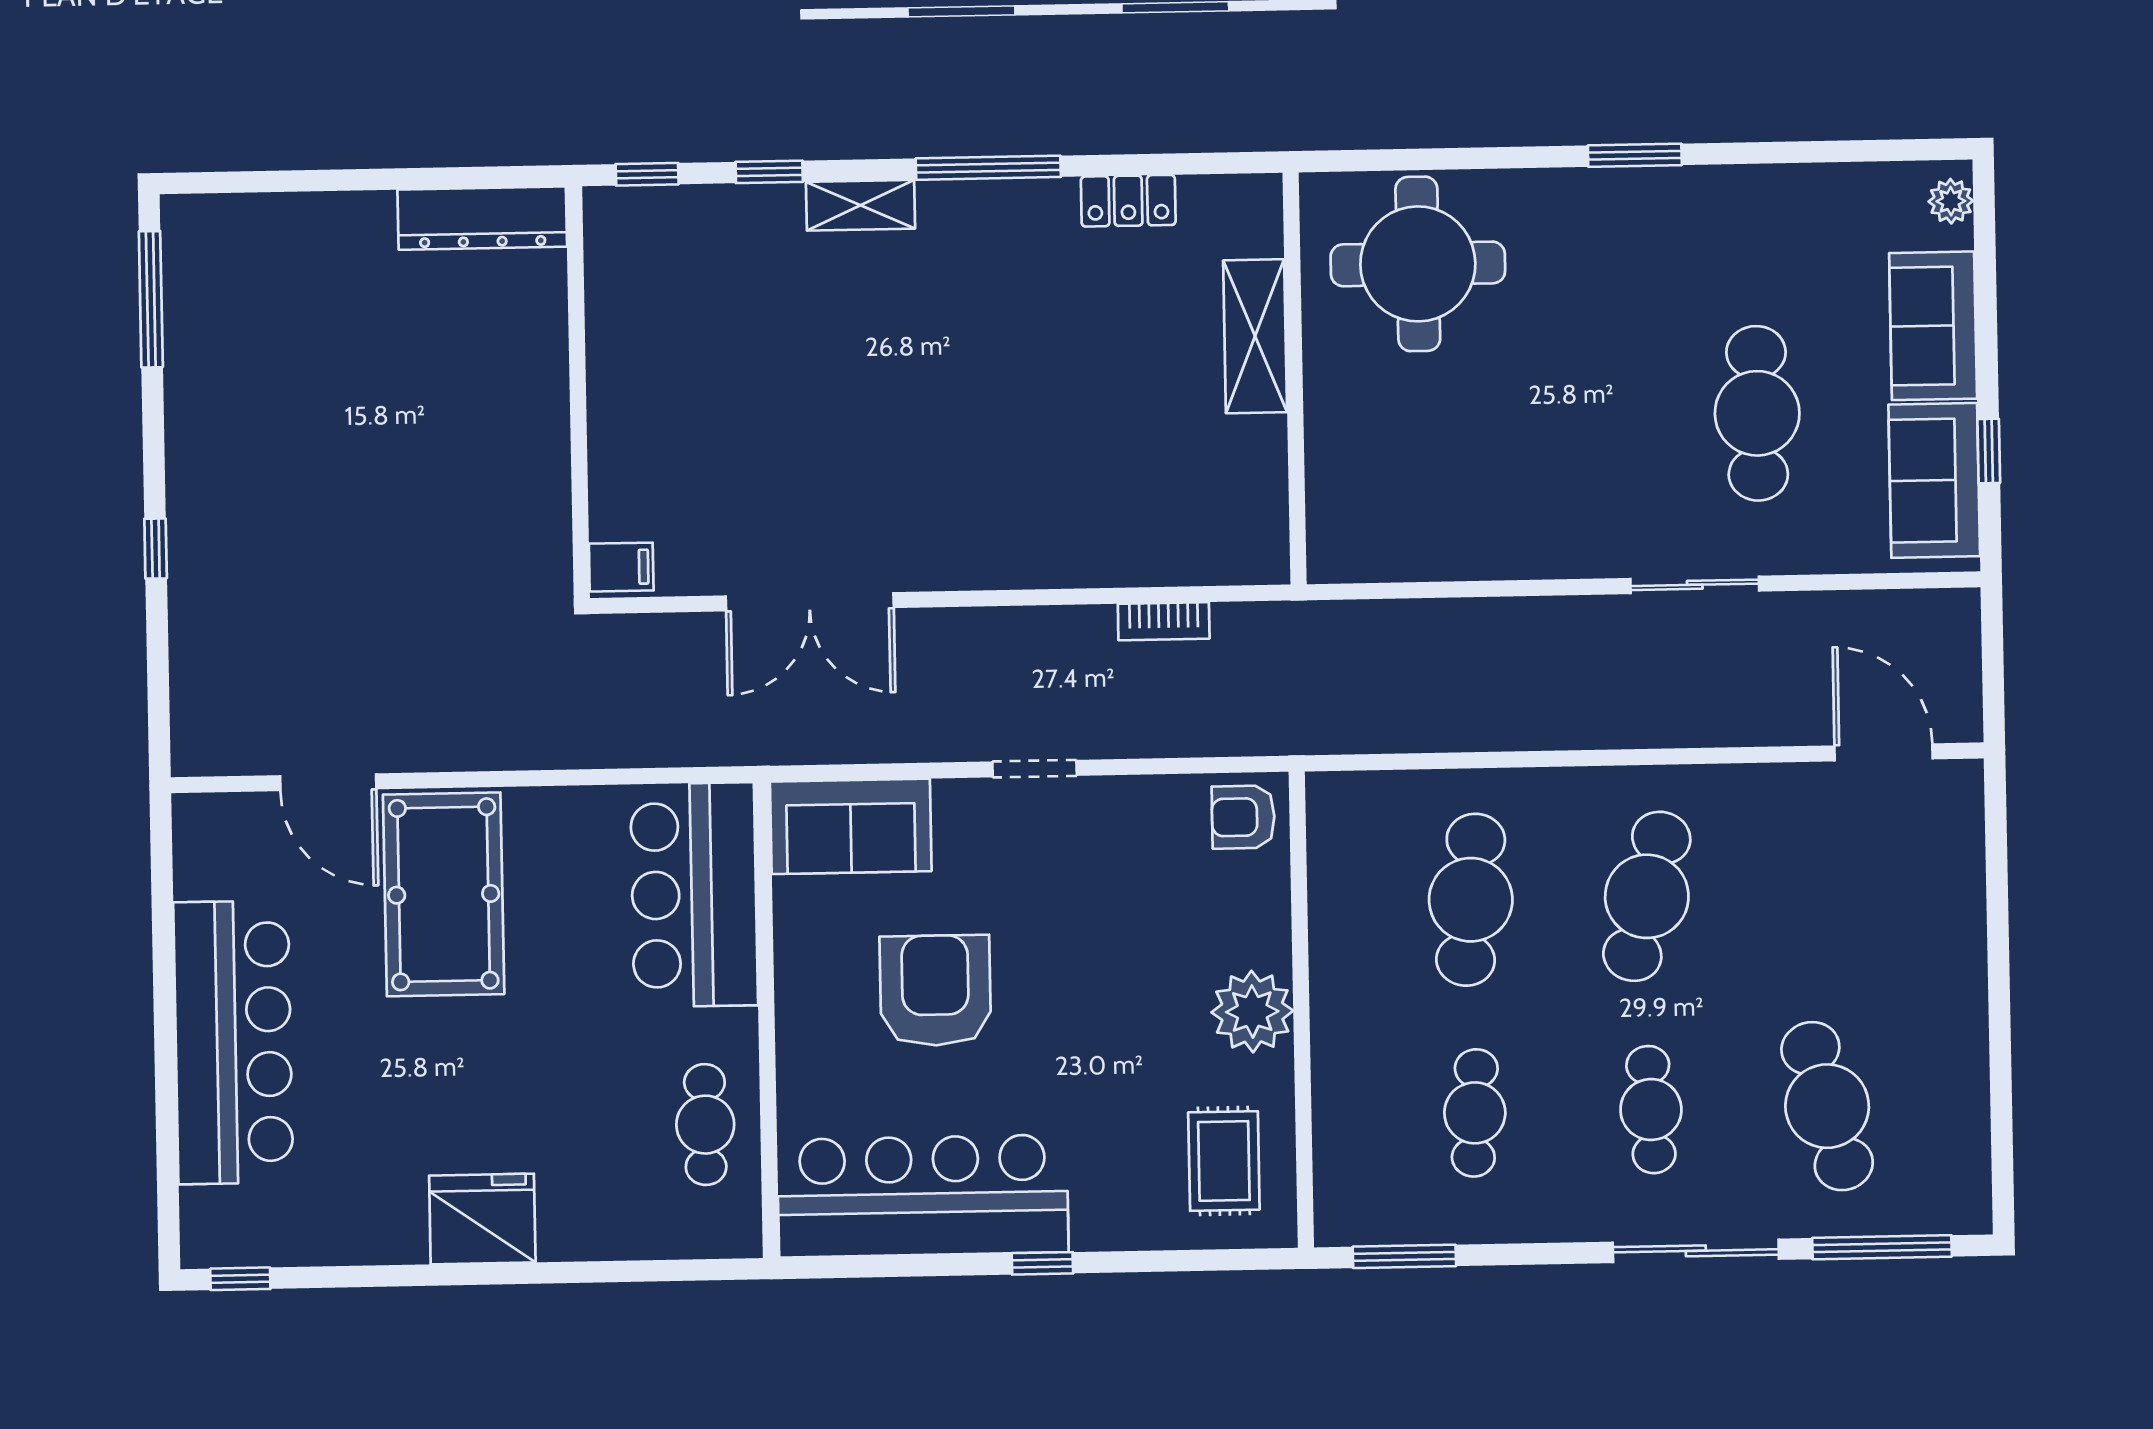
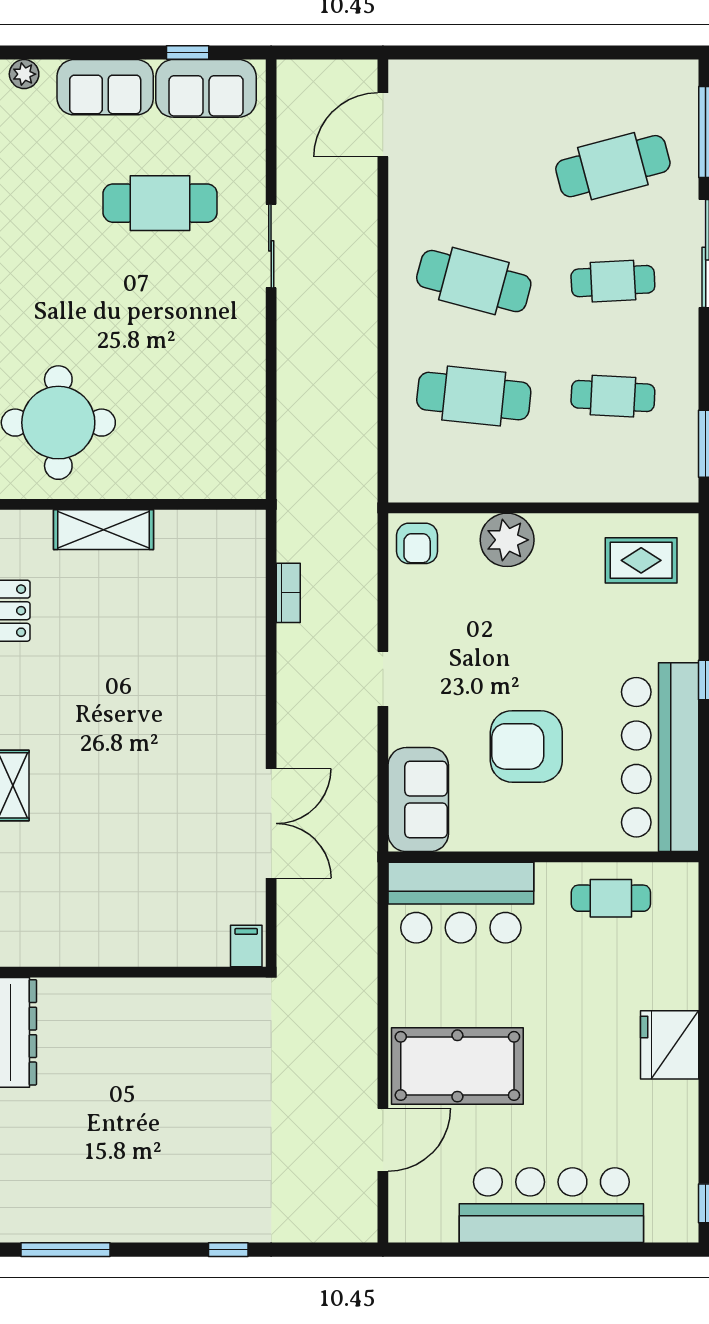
plant: (1252, 1012) -> (507, 540), moved

